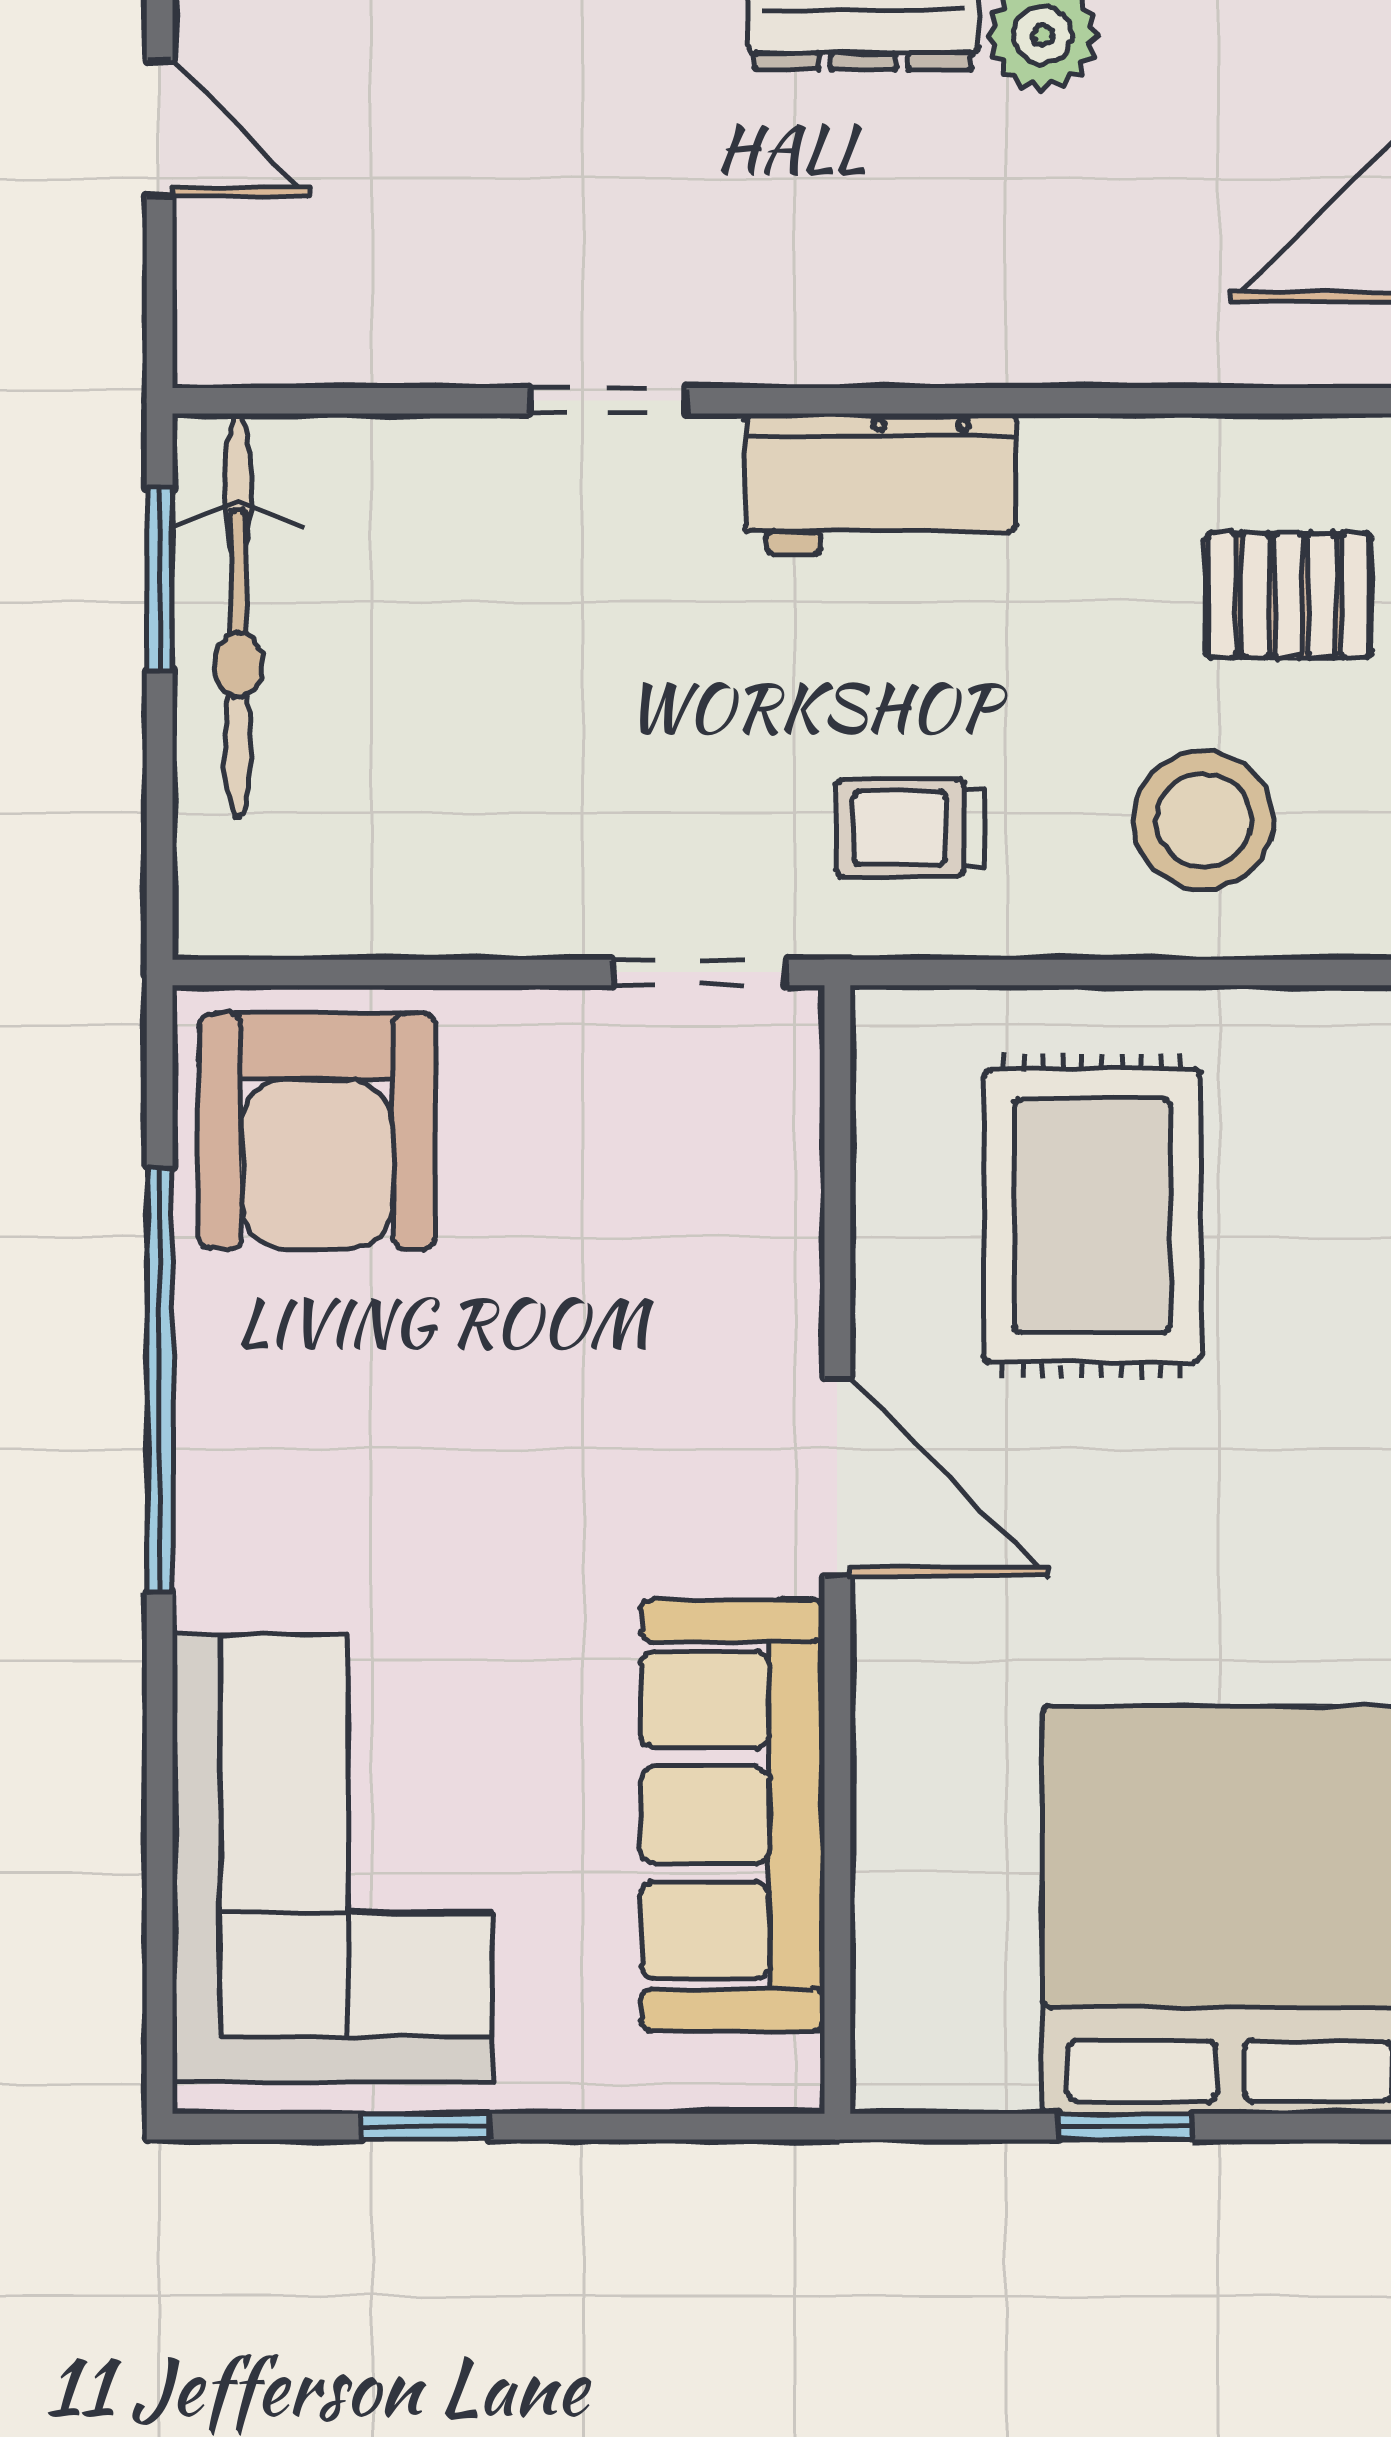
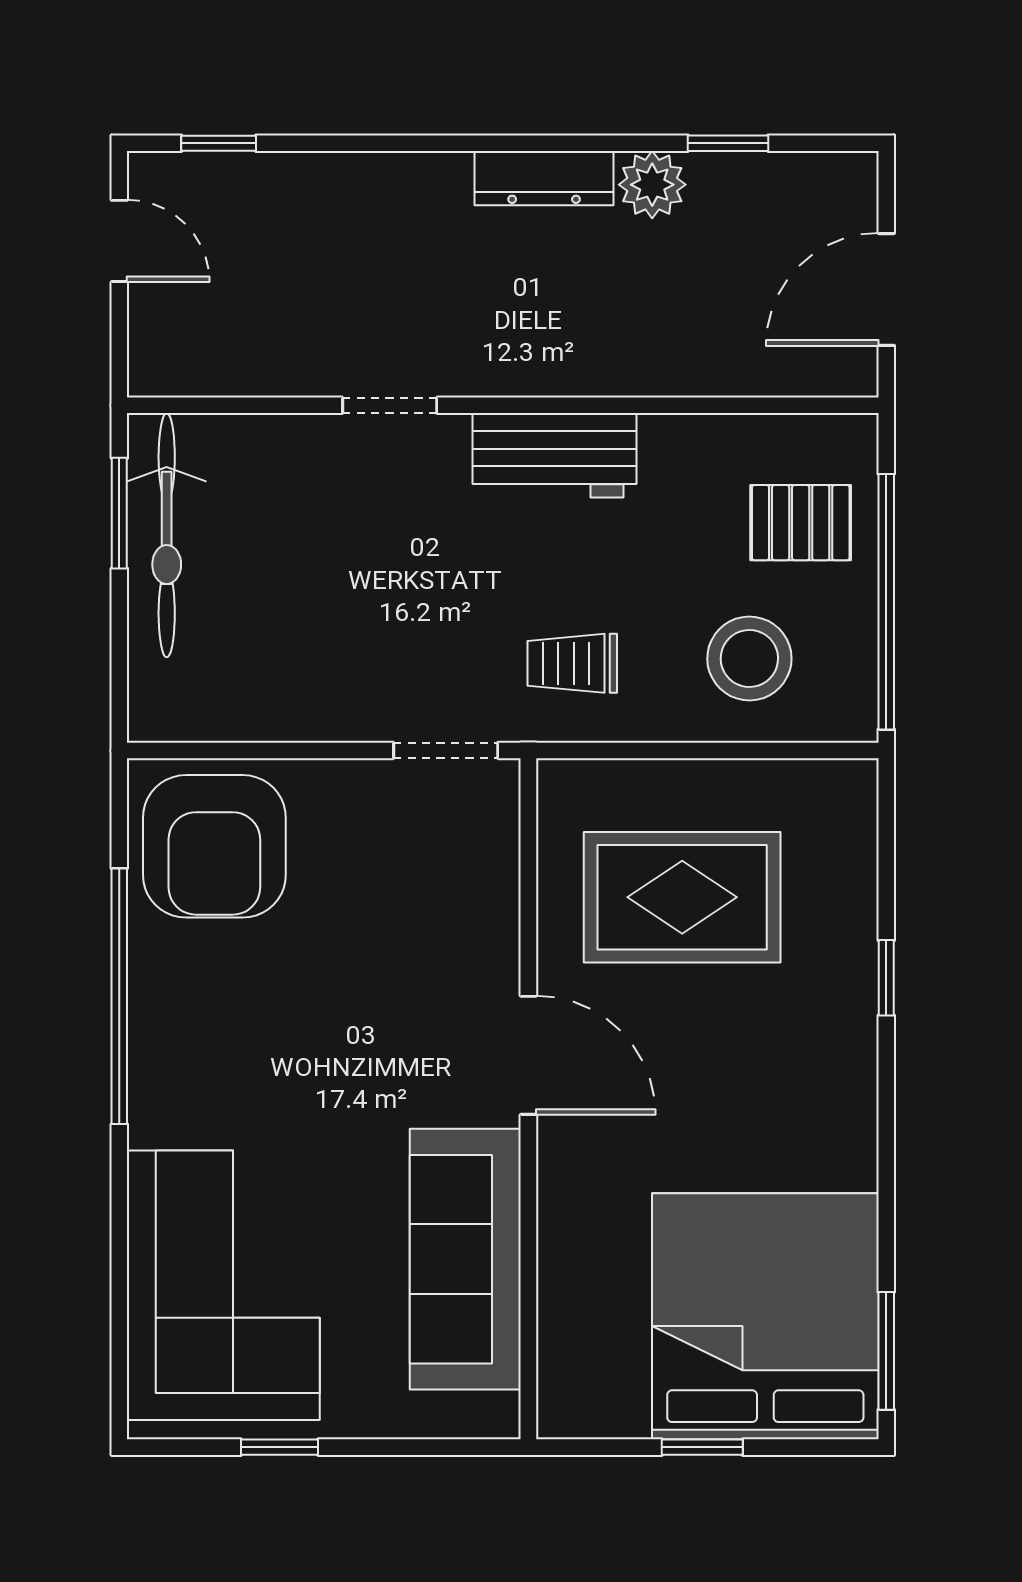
rug: (1092, 1216) -> (682, 897), turned 90

